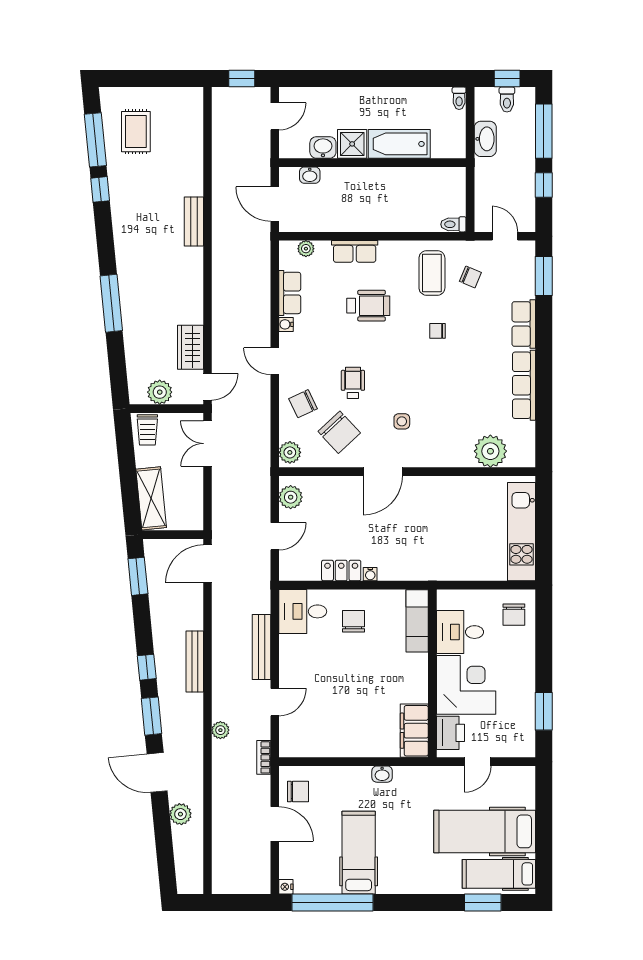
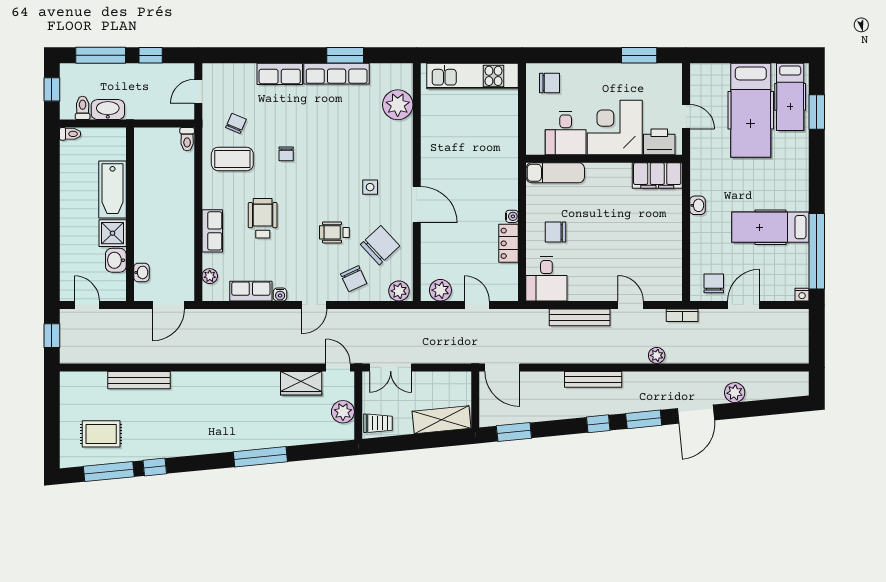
toilet: (507, 100) -> (83, 108), moved, turned -90
bench: (194, 222) -> (139, 380), moved, width x1.36
window: (544, 276) -> (345, 55), moved

